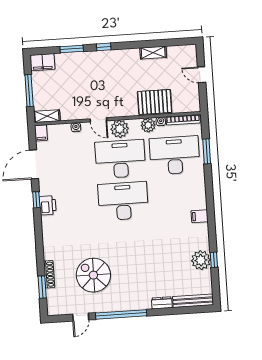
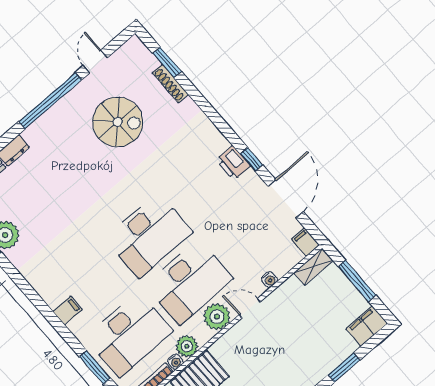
filing cabinet: (200, 216) -> (68, 311), moved

